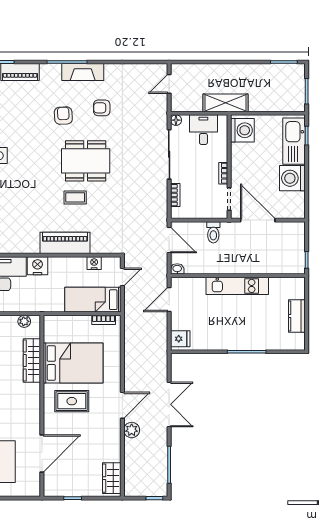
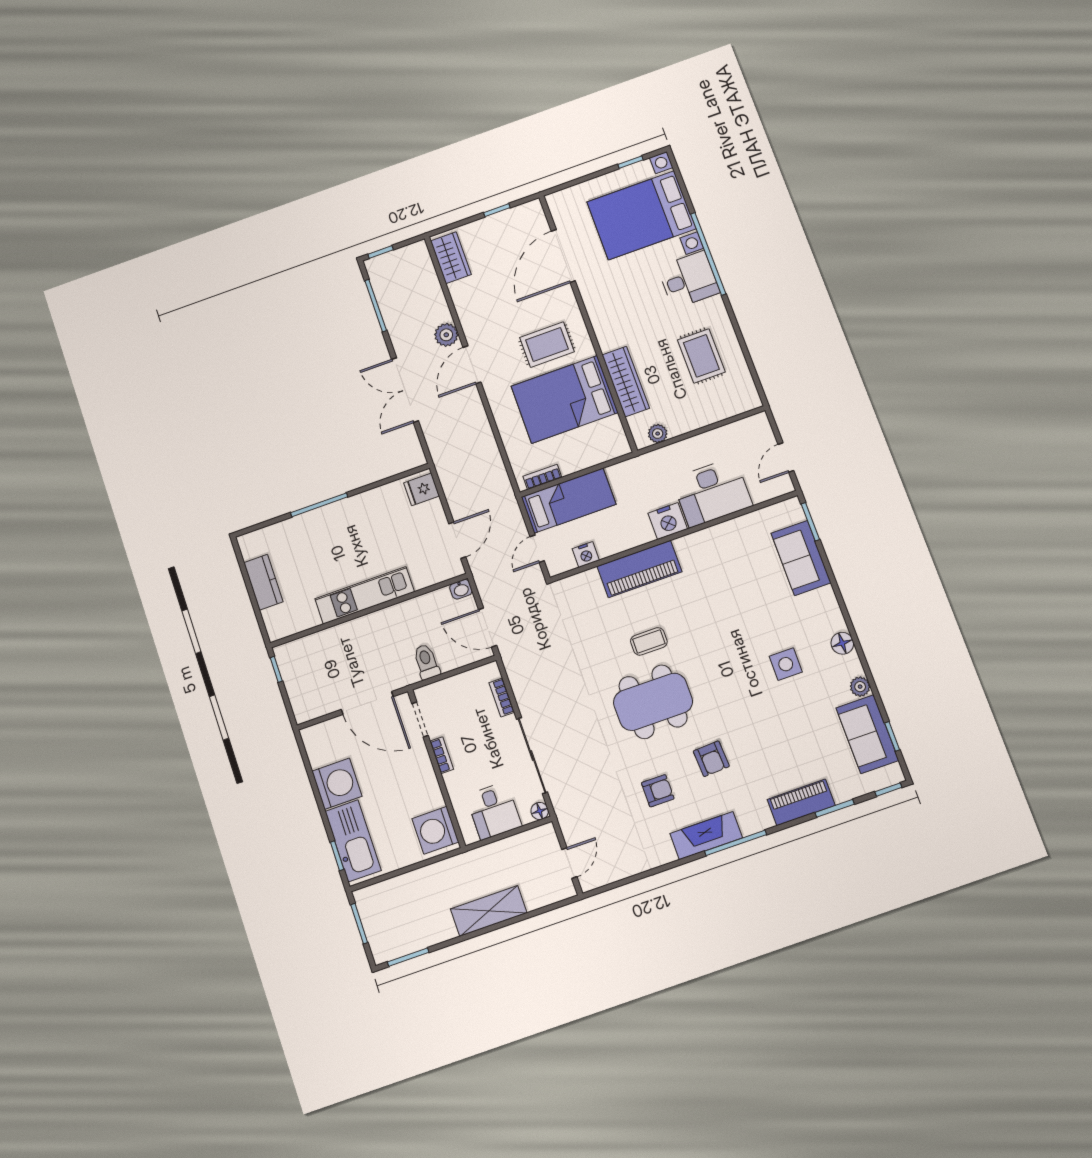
shelving: (226, 103) -> (489, 911), moved

